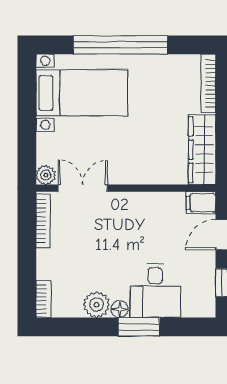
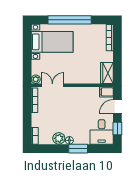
wardrobe: (202, 150) -> (107, 73), width x0.67
desk: (155, 290) -> (102, 132), moved

